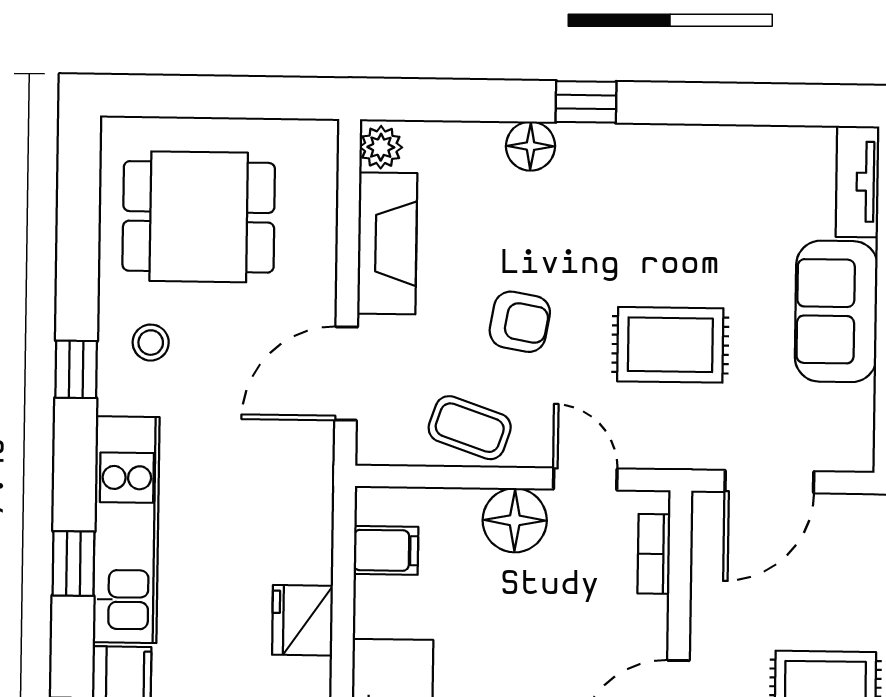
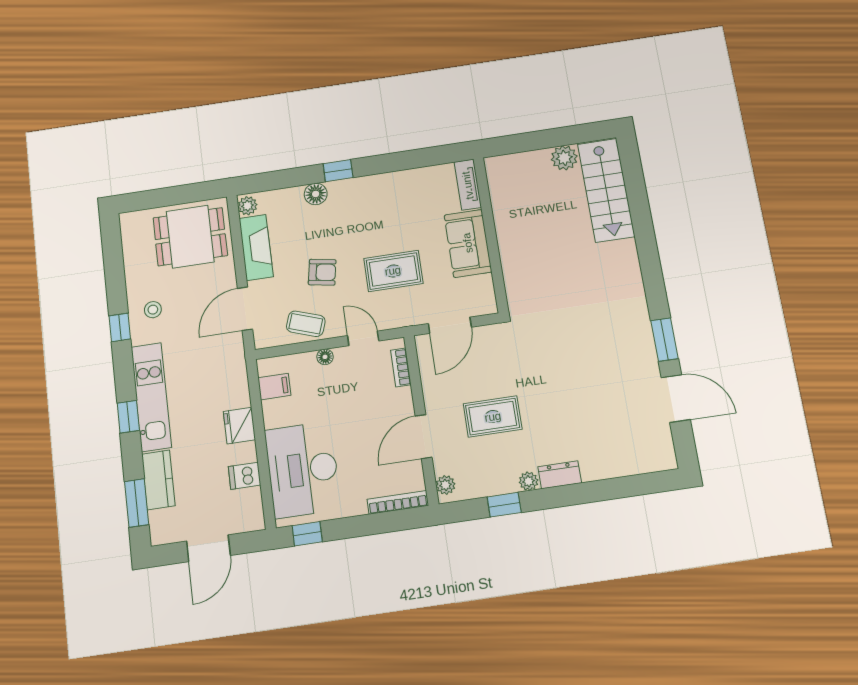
dining table: (199, 217) -> (190, 237), moved
floor lamp: (515, 520) -> (325, 357), width x0.53, depth x0.53

